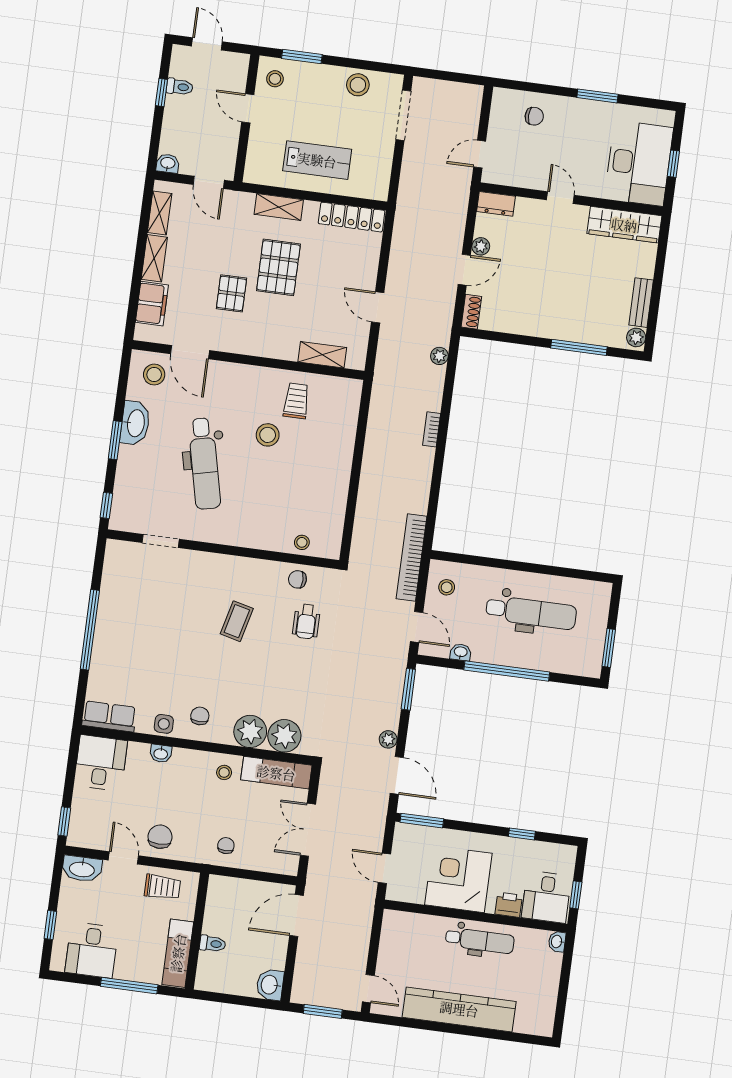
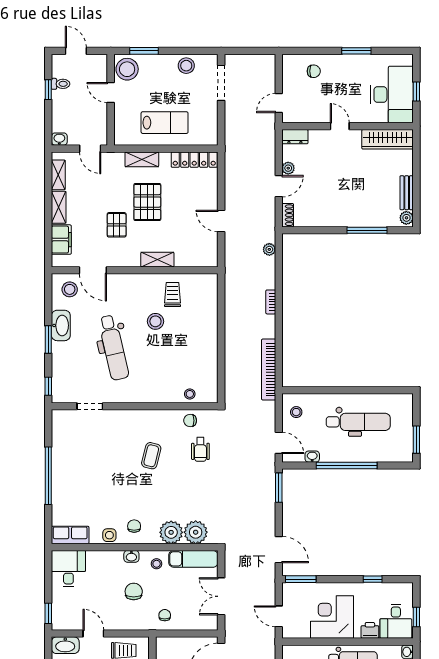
stool: (275, 79) -> (127, 69), width x1.89, depth x1.89
shelving: (322, 355) -> (157, 260), moved
bookcase: (411, 557) -> (269, 370), moved
plant: (388, 739) -> (269, 525), removed
washbasin: (161, 753) -> (131, 556), moved
chair: (160, 837) -> (134, 591), moved

